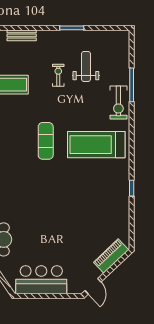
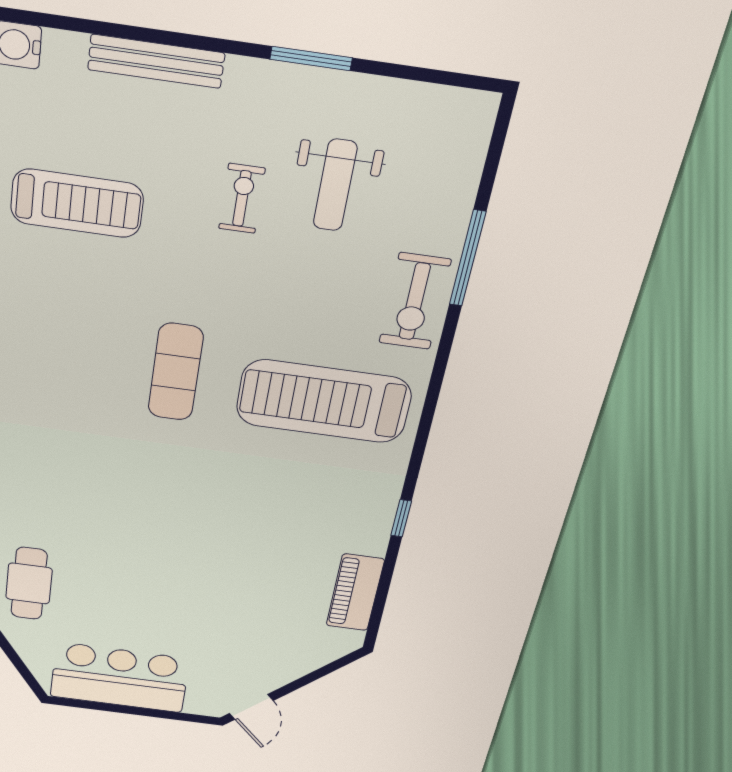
bench: (22, 35) -> (156, 61), width x1.36
weight bench: (86, 66) -> (335, 185), turned 180
piano: (111, 256) -> (355, 593), moved, turned -47

